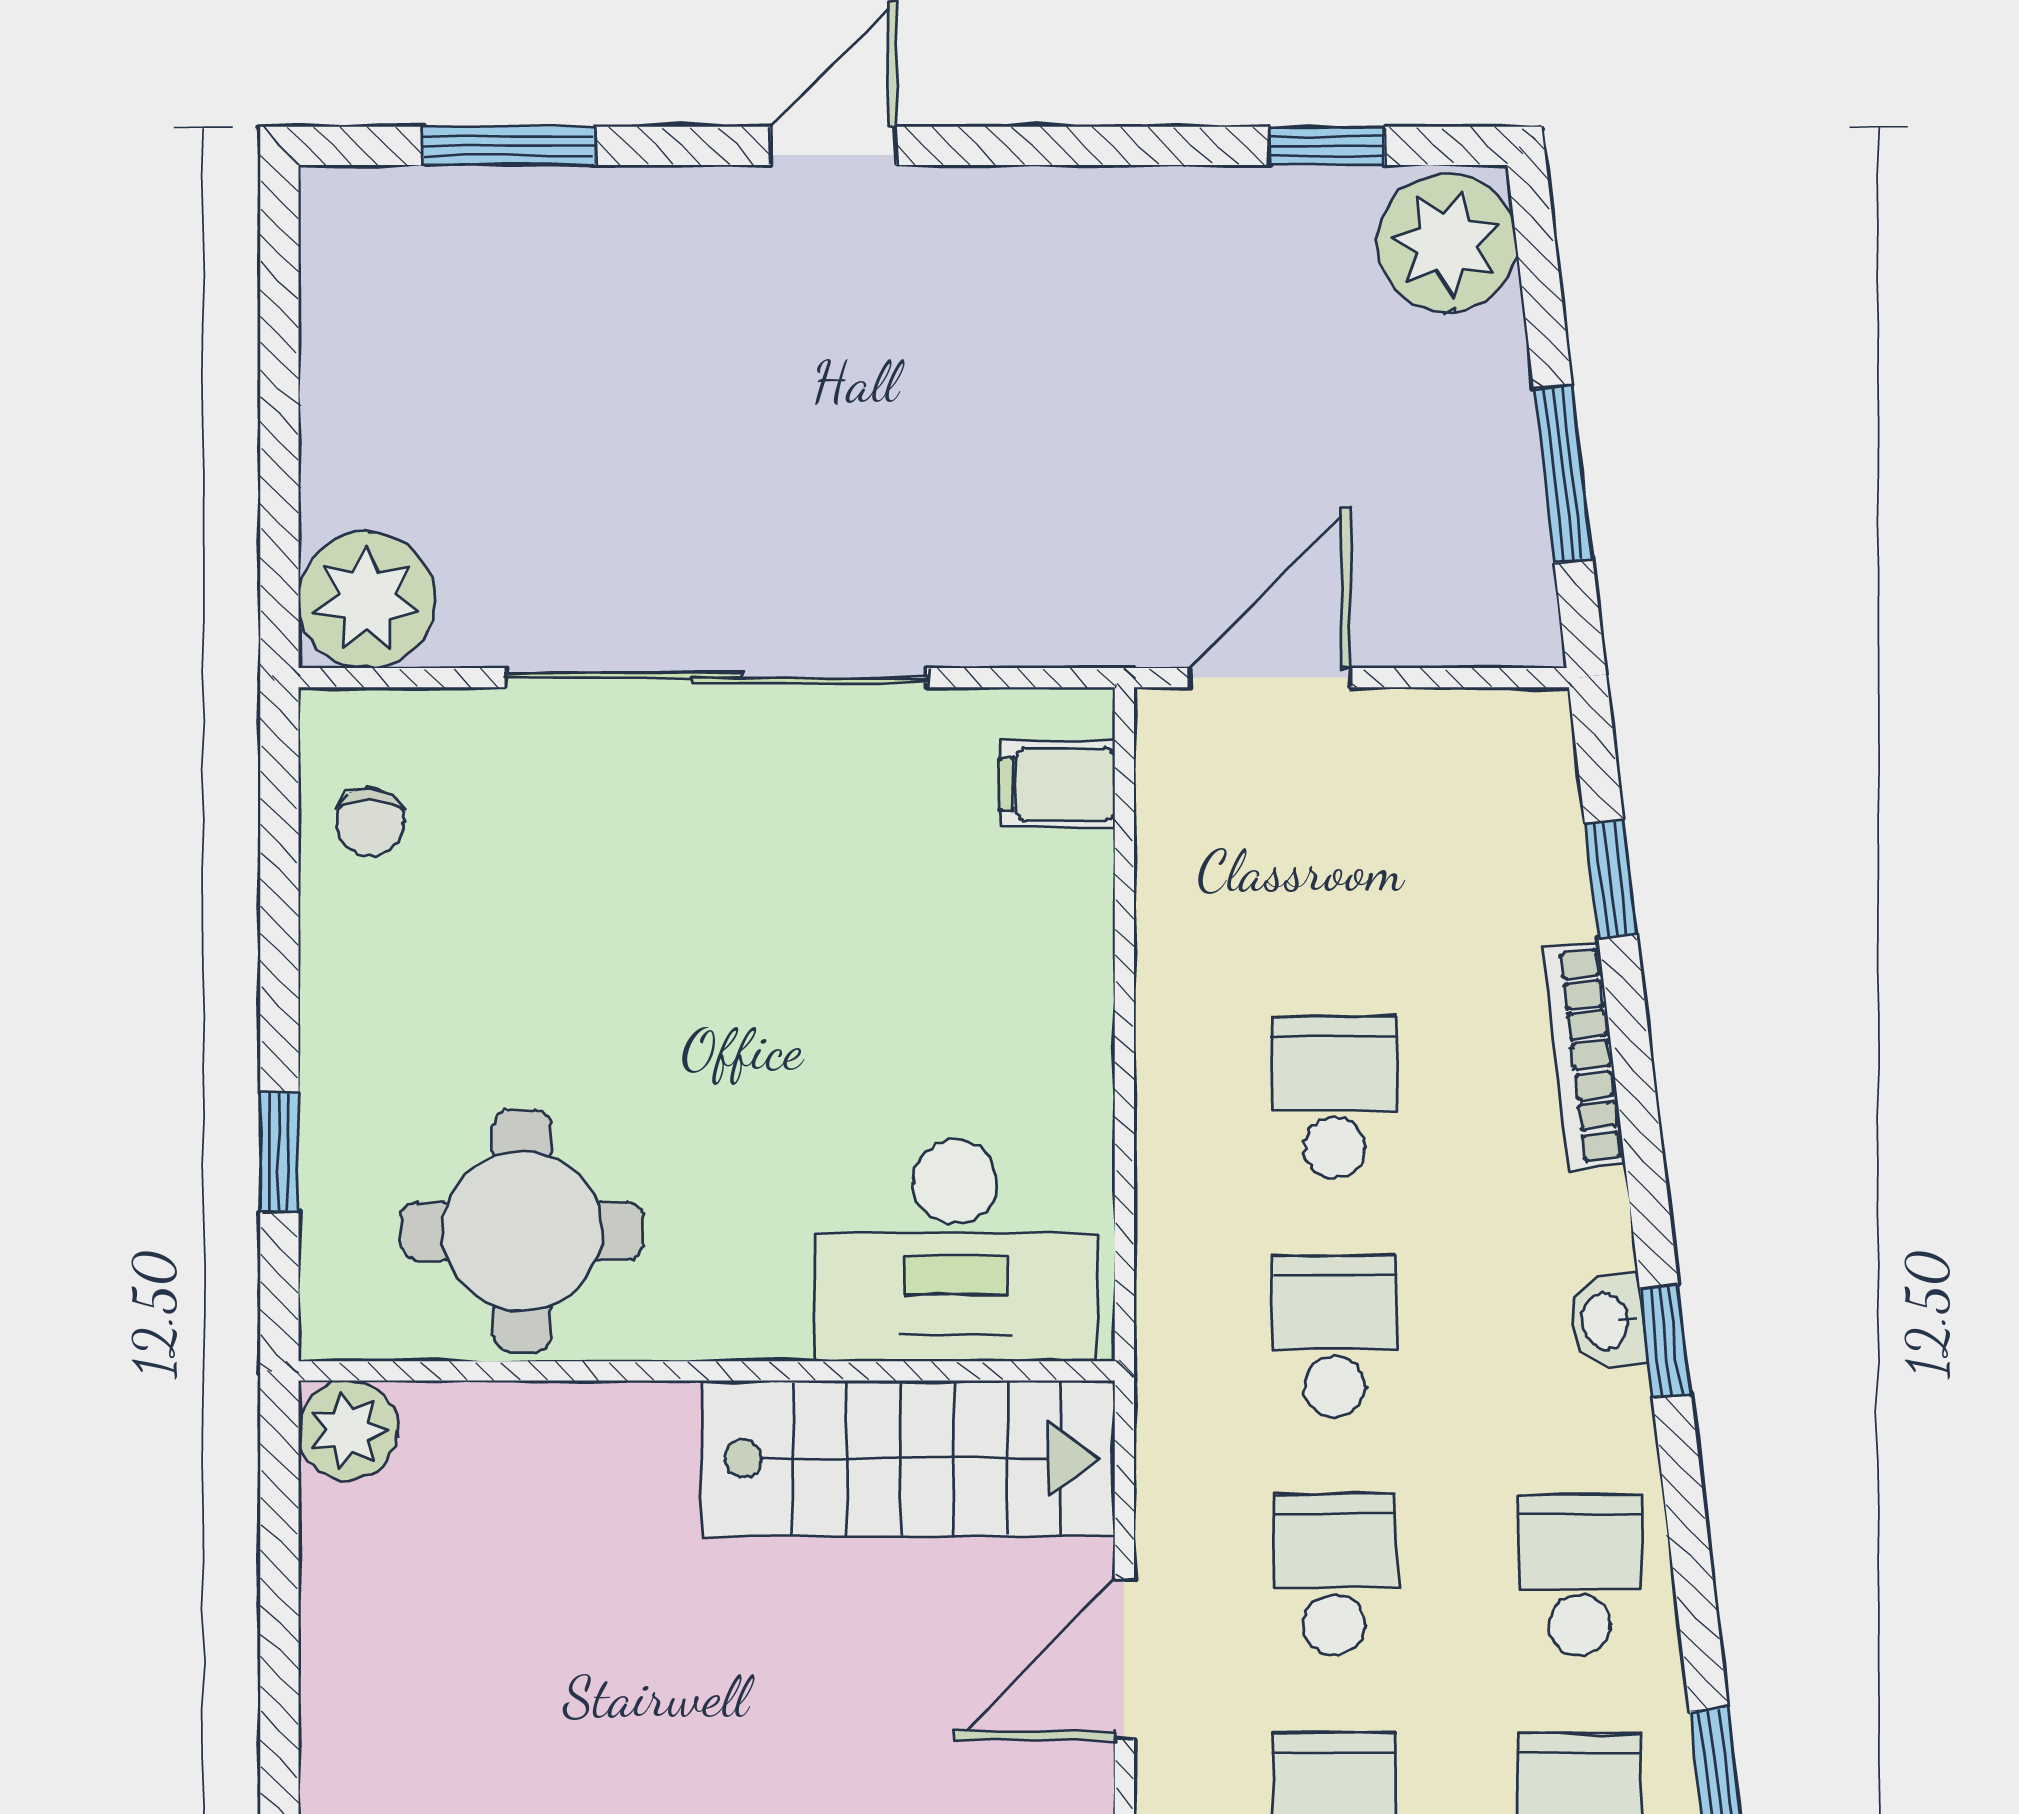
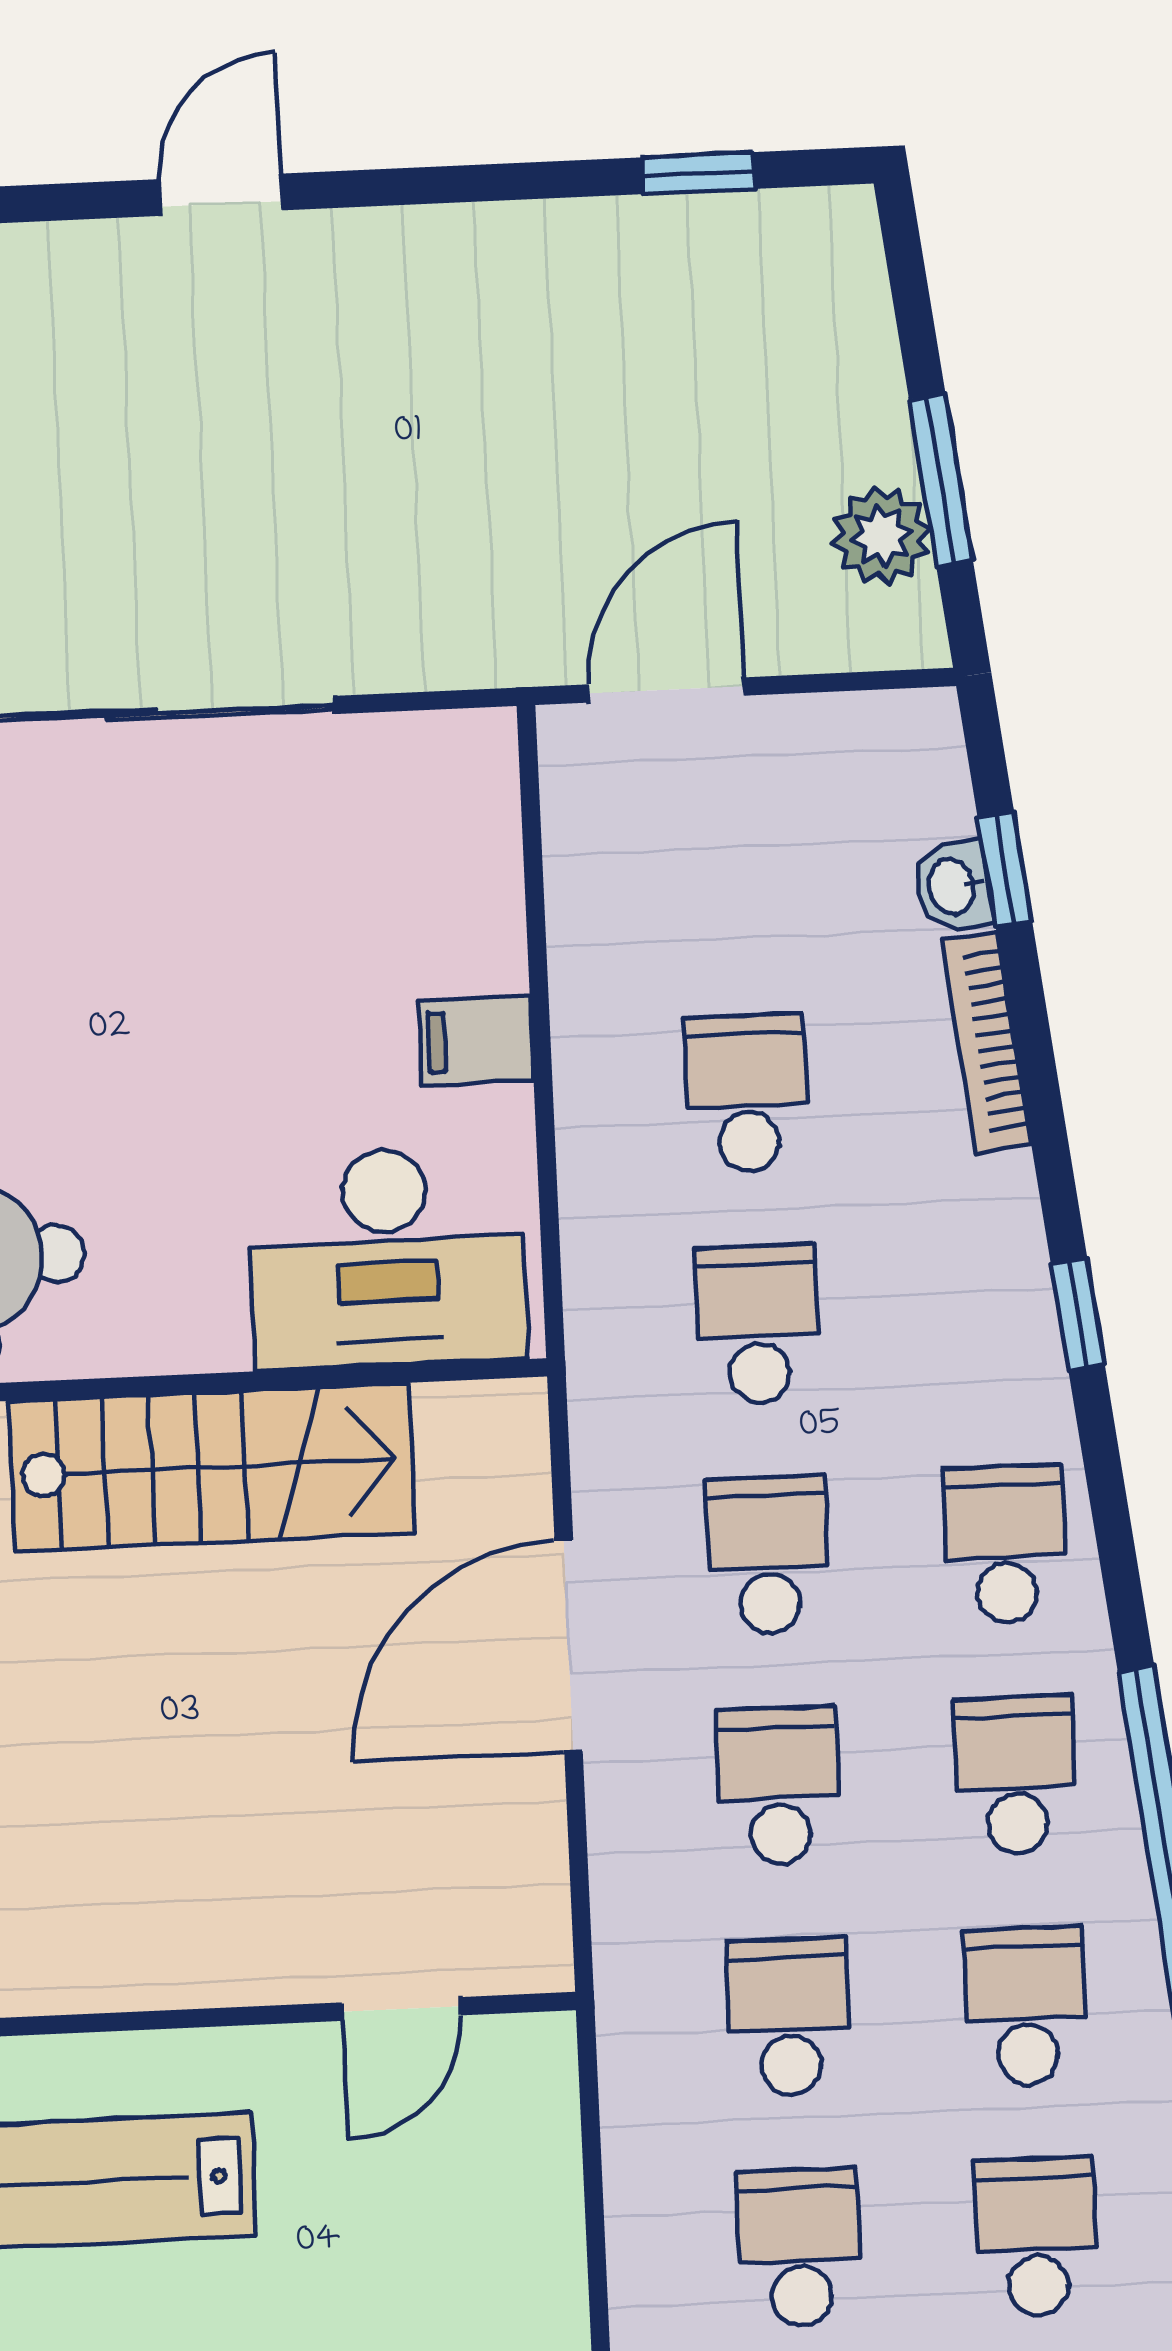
plant: (1447, 243) -> (881, 536), moved, width x0.73, depth x0.73
filing cabinet: (1057, 784) -> (476, 1041), moved
washbasin: (1607, 1321) -> (953, 887), moved
stairs: (908, 1458) -> (211, 1467), moved
door: (1124, 1659) -> (569, 1646), width x1.36

